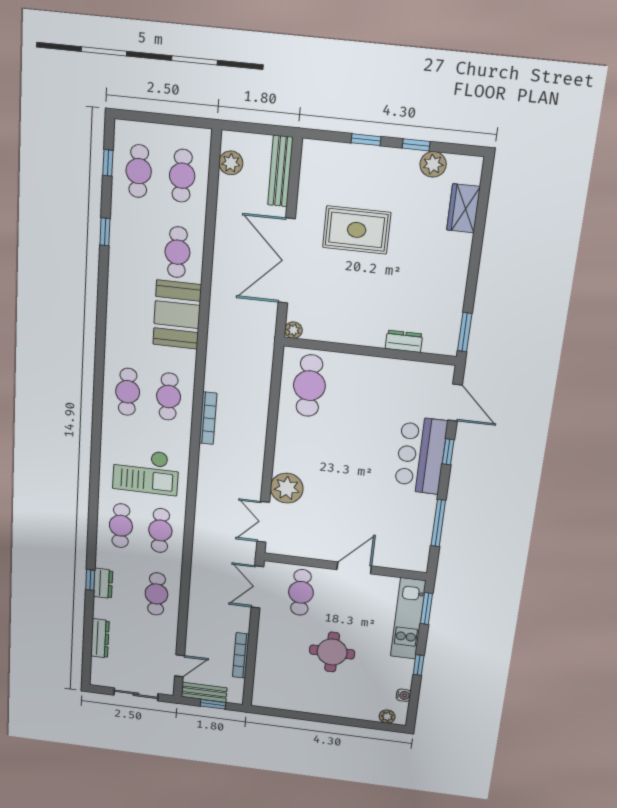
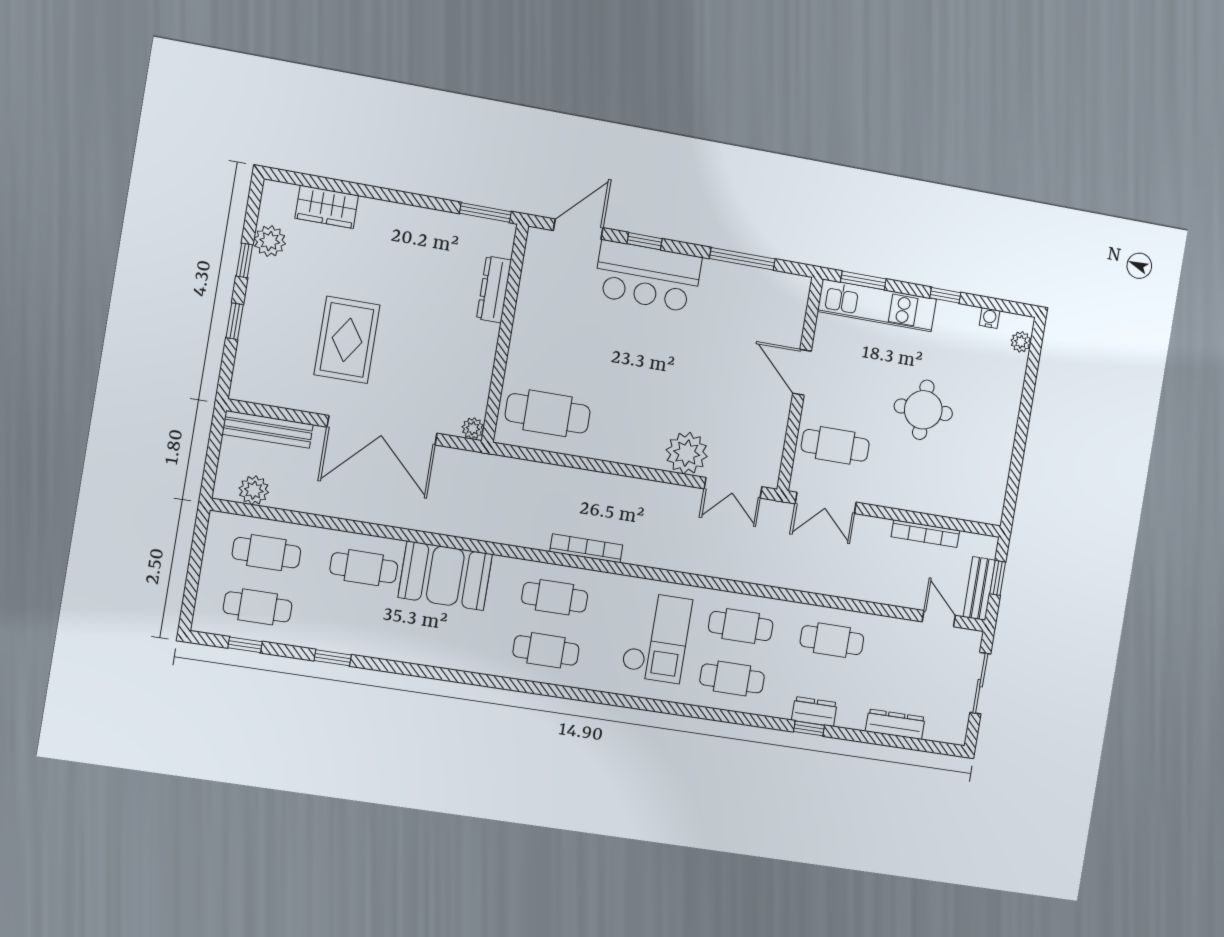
dresser: (404, 341) -> (494, 289), width x1.44

